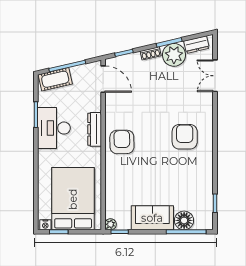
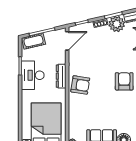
door: (103, 79) -> (67, 41), hinge flipped
armchair: (122, 142) -> (80, 85), turned 100

